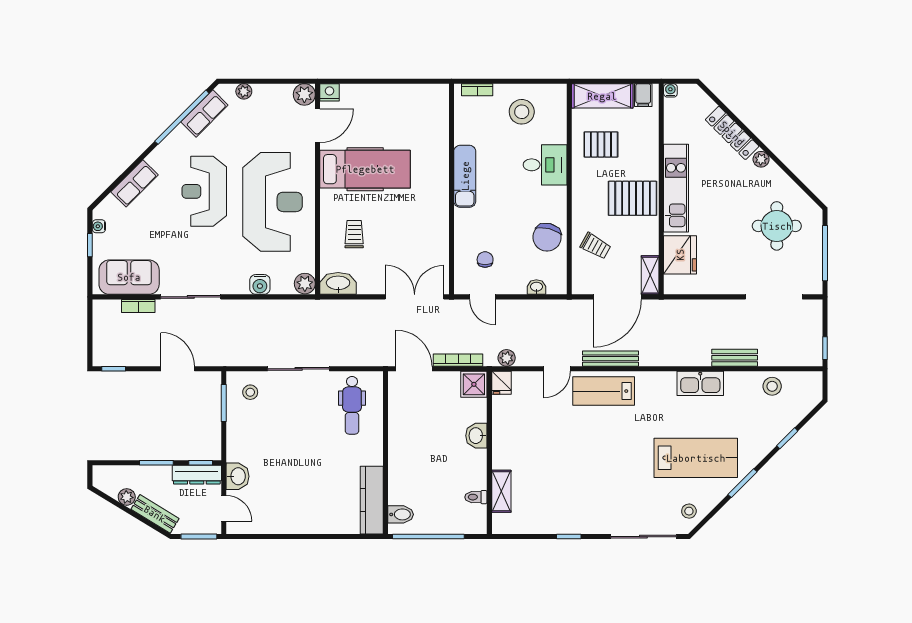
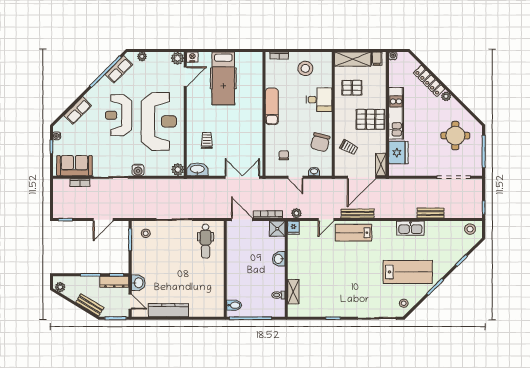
hospital bed: (365, 169) -> (223, 78), moved, turned 90
water cooler: (260, 284) -> (138, 170), moved
door: (482, 297) -> (295, 177), moved
door: (178, 369) -> (103, 220), swing flipped
stool: (772, 386) -> (470, 229), moved
plant: (127, 497) -> (60, 287), moved
kitchen counter: (372, 500) -> (168, 310), moved, turned 90

